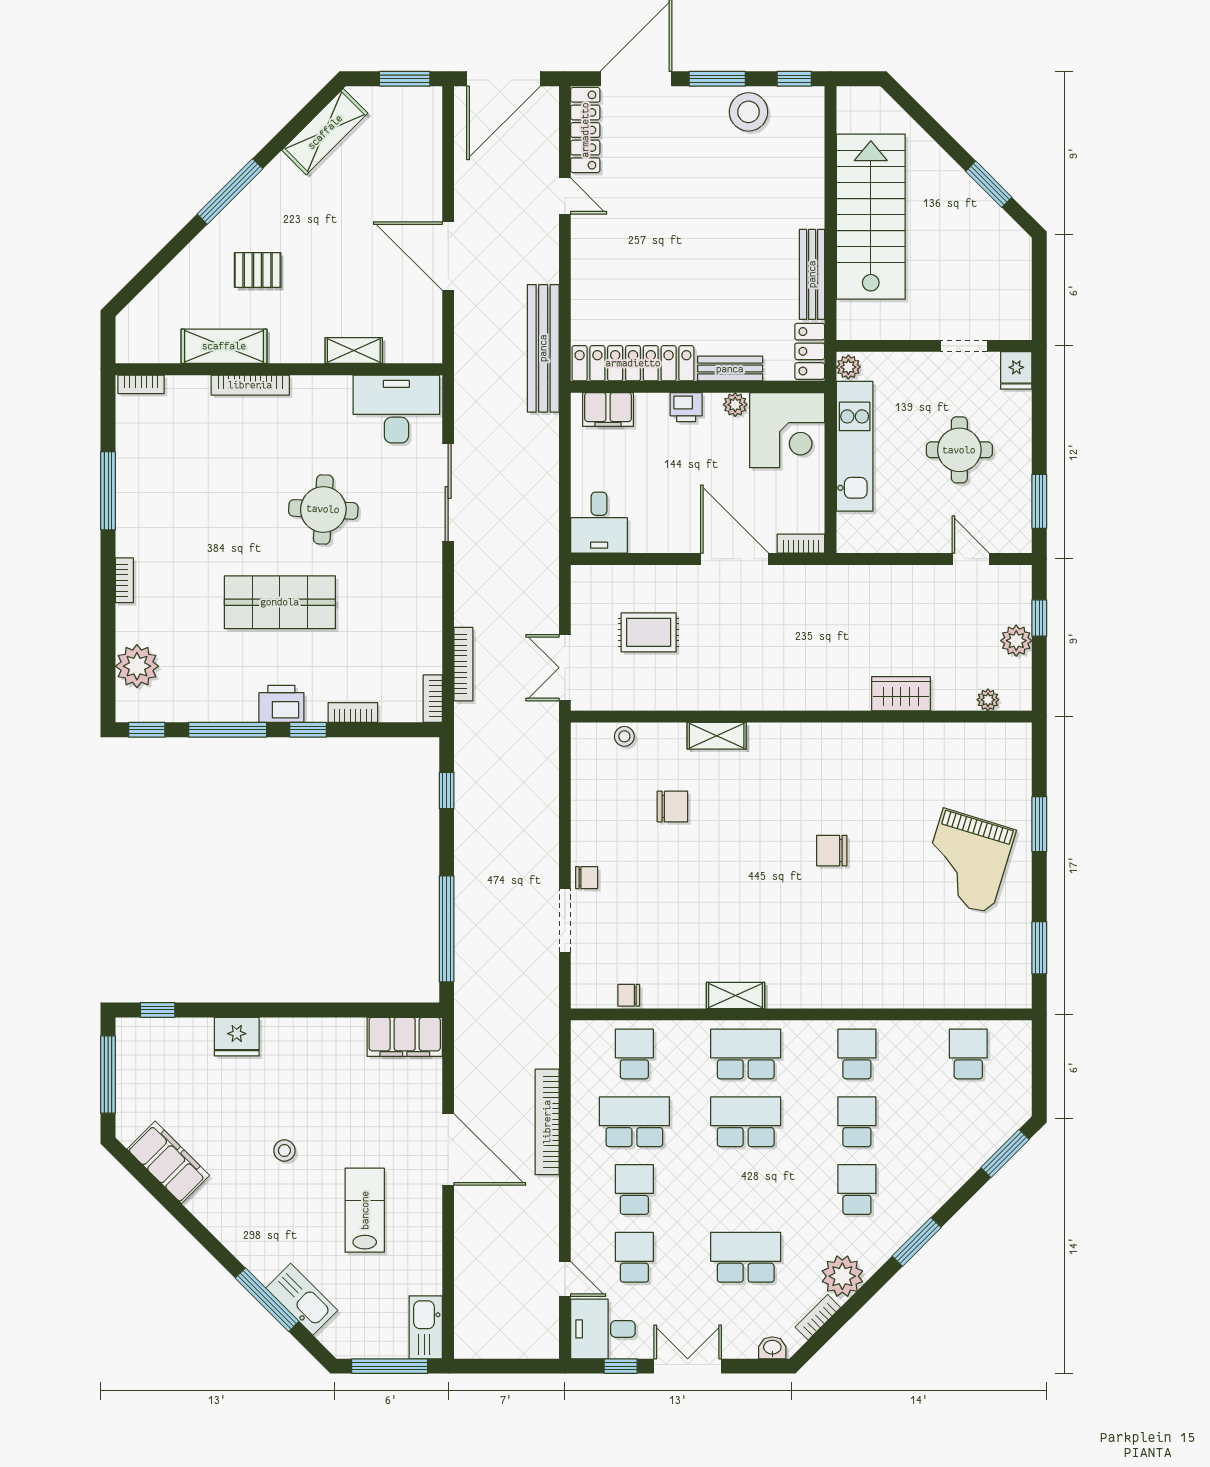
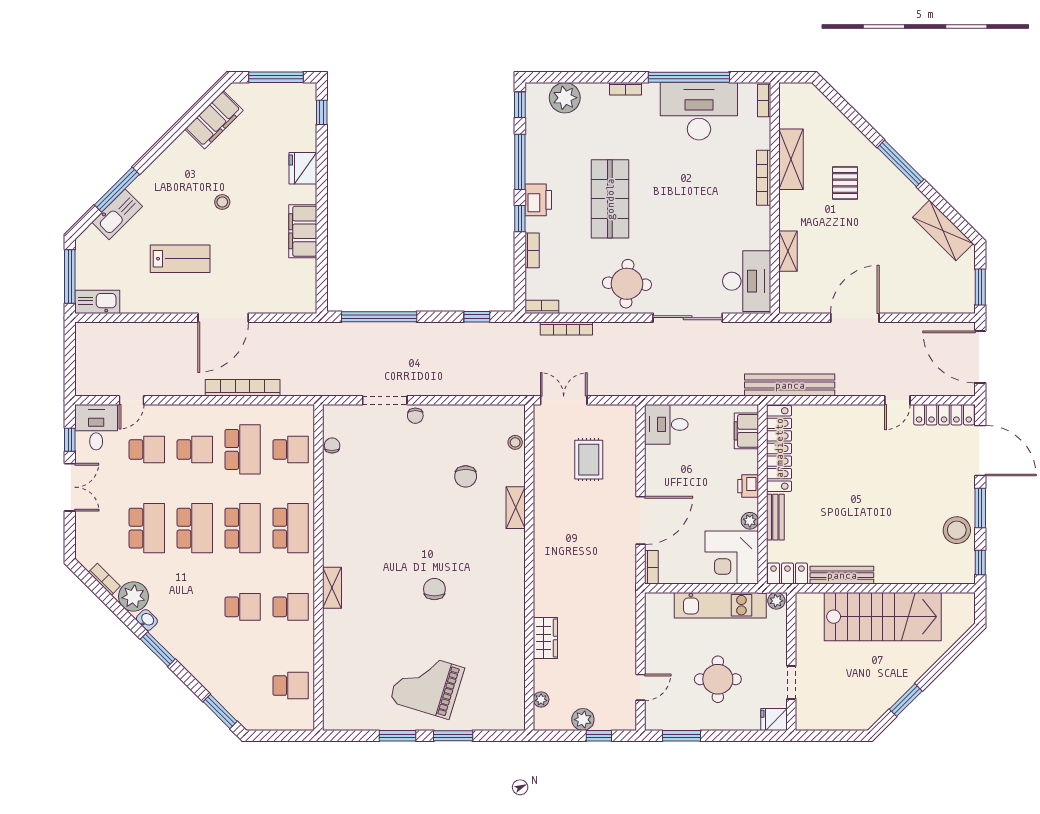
desk: (156, 476) -> (699, 111), added
window: (108, 491) -> (689, 77), width x1.46
round table: (323, 509) -> (627, 284), moved
window: (1039, 948) -> (398, 736), moved
shelving: (736, 995) -> (332, 588), moved
filing cabinet: (405, 1037) -> (303, 231), moved
school desk: (857, 1190) -> (195, 528), moved, width x1.85
washbasin: (772, 1348) -> (147, 620), moved, turned -45

